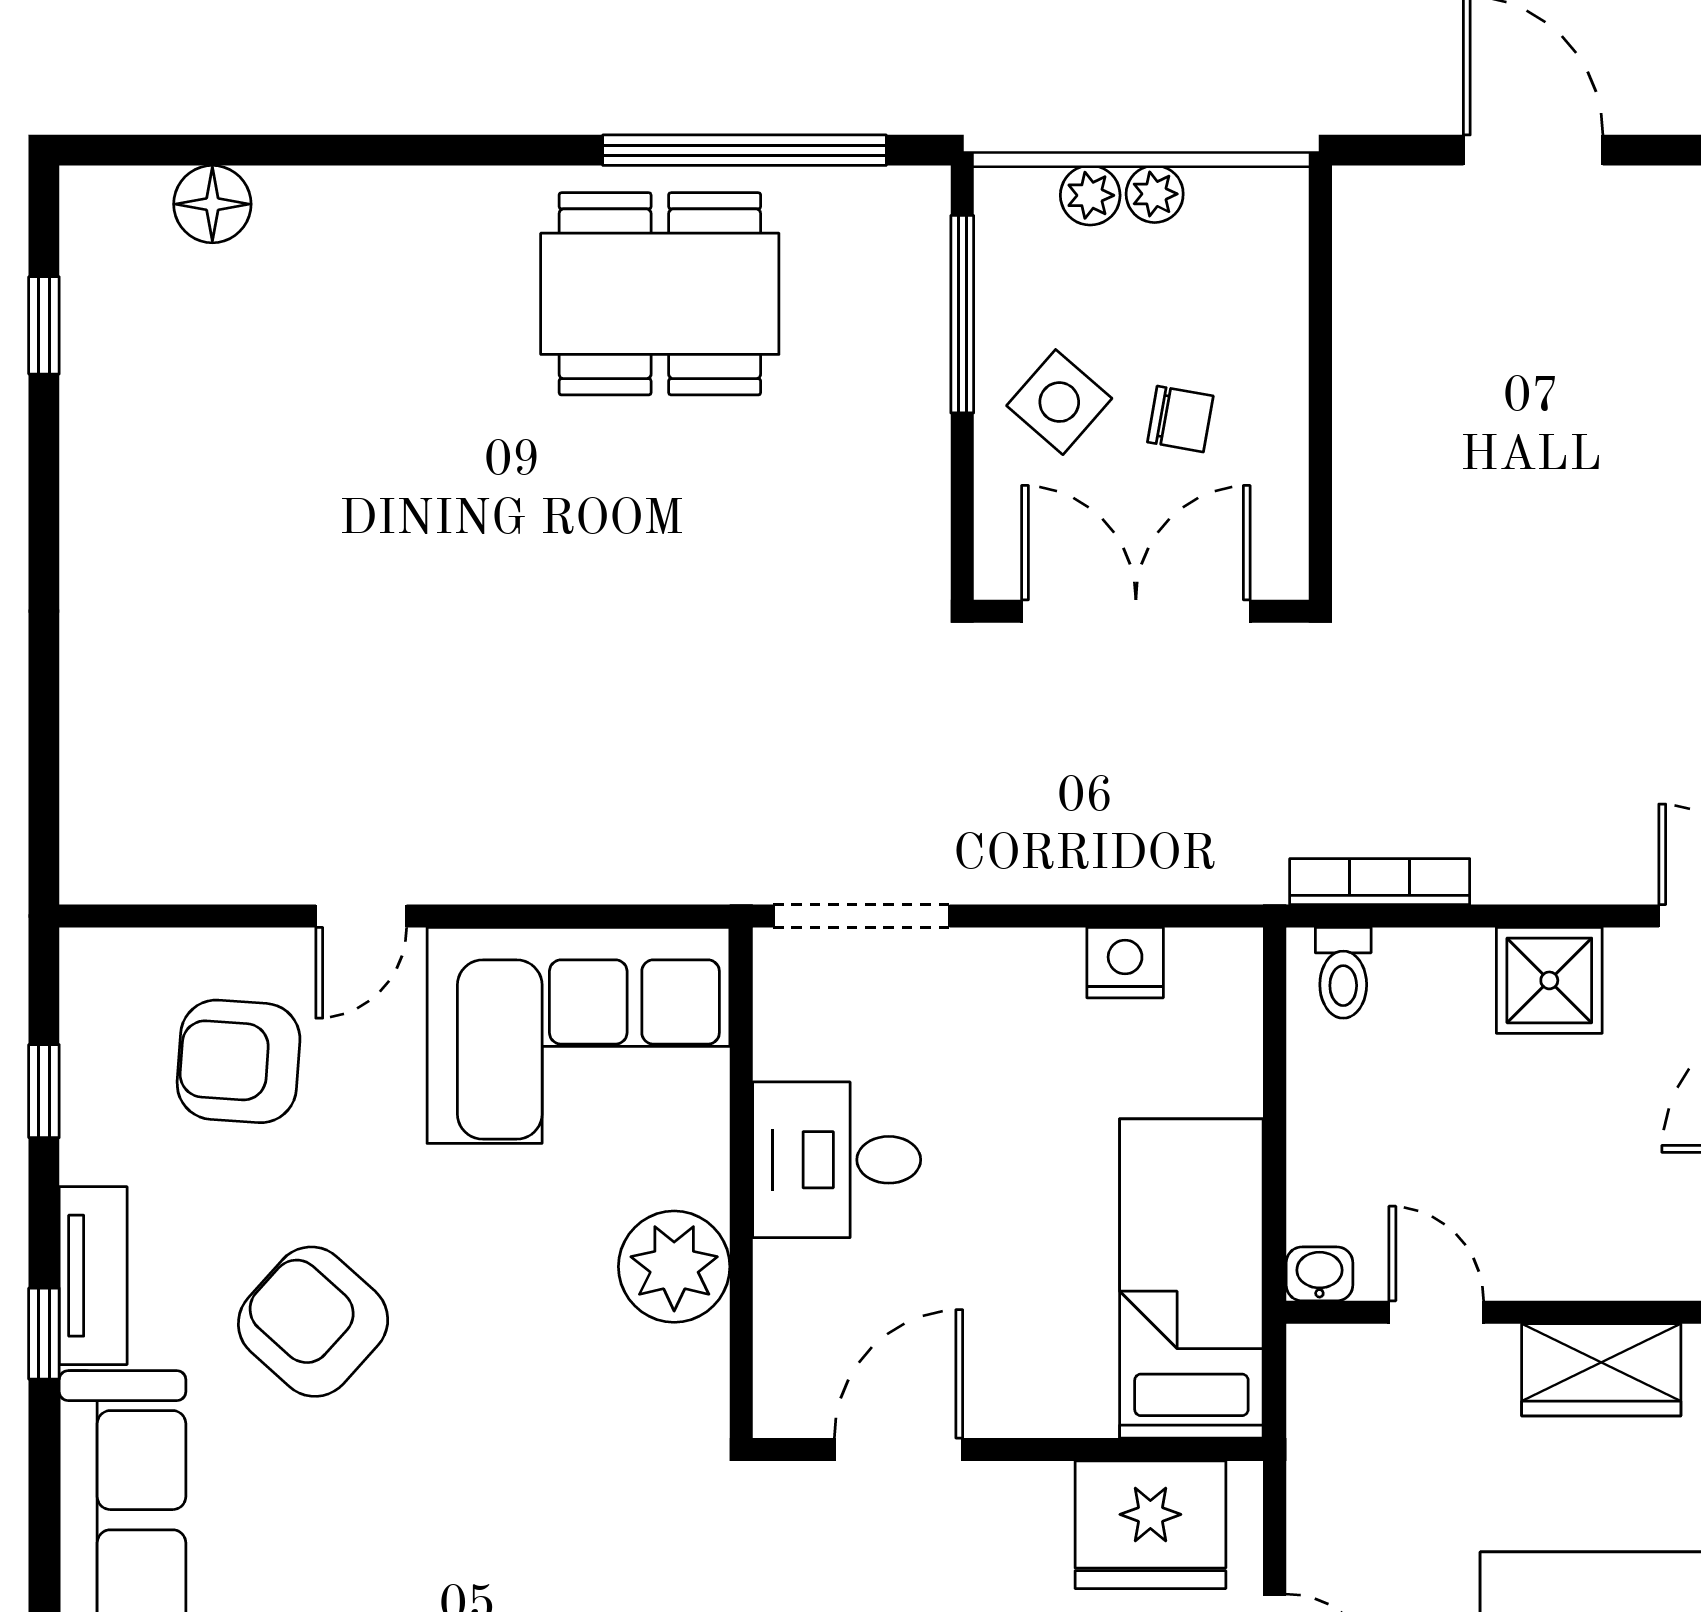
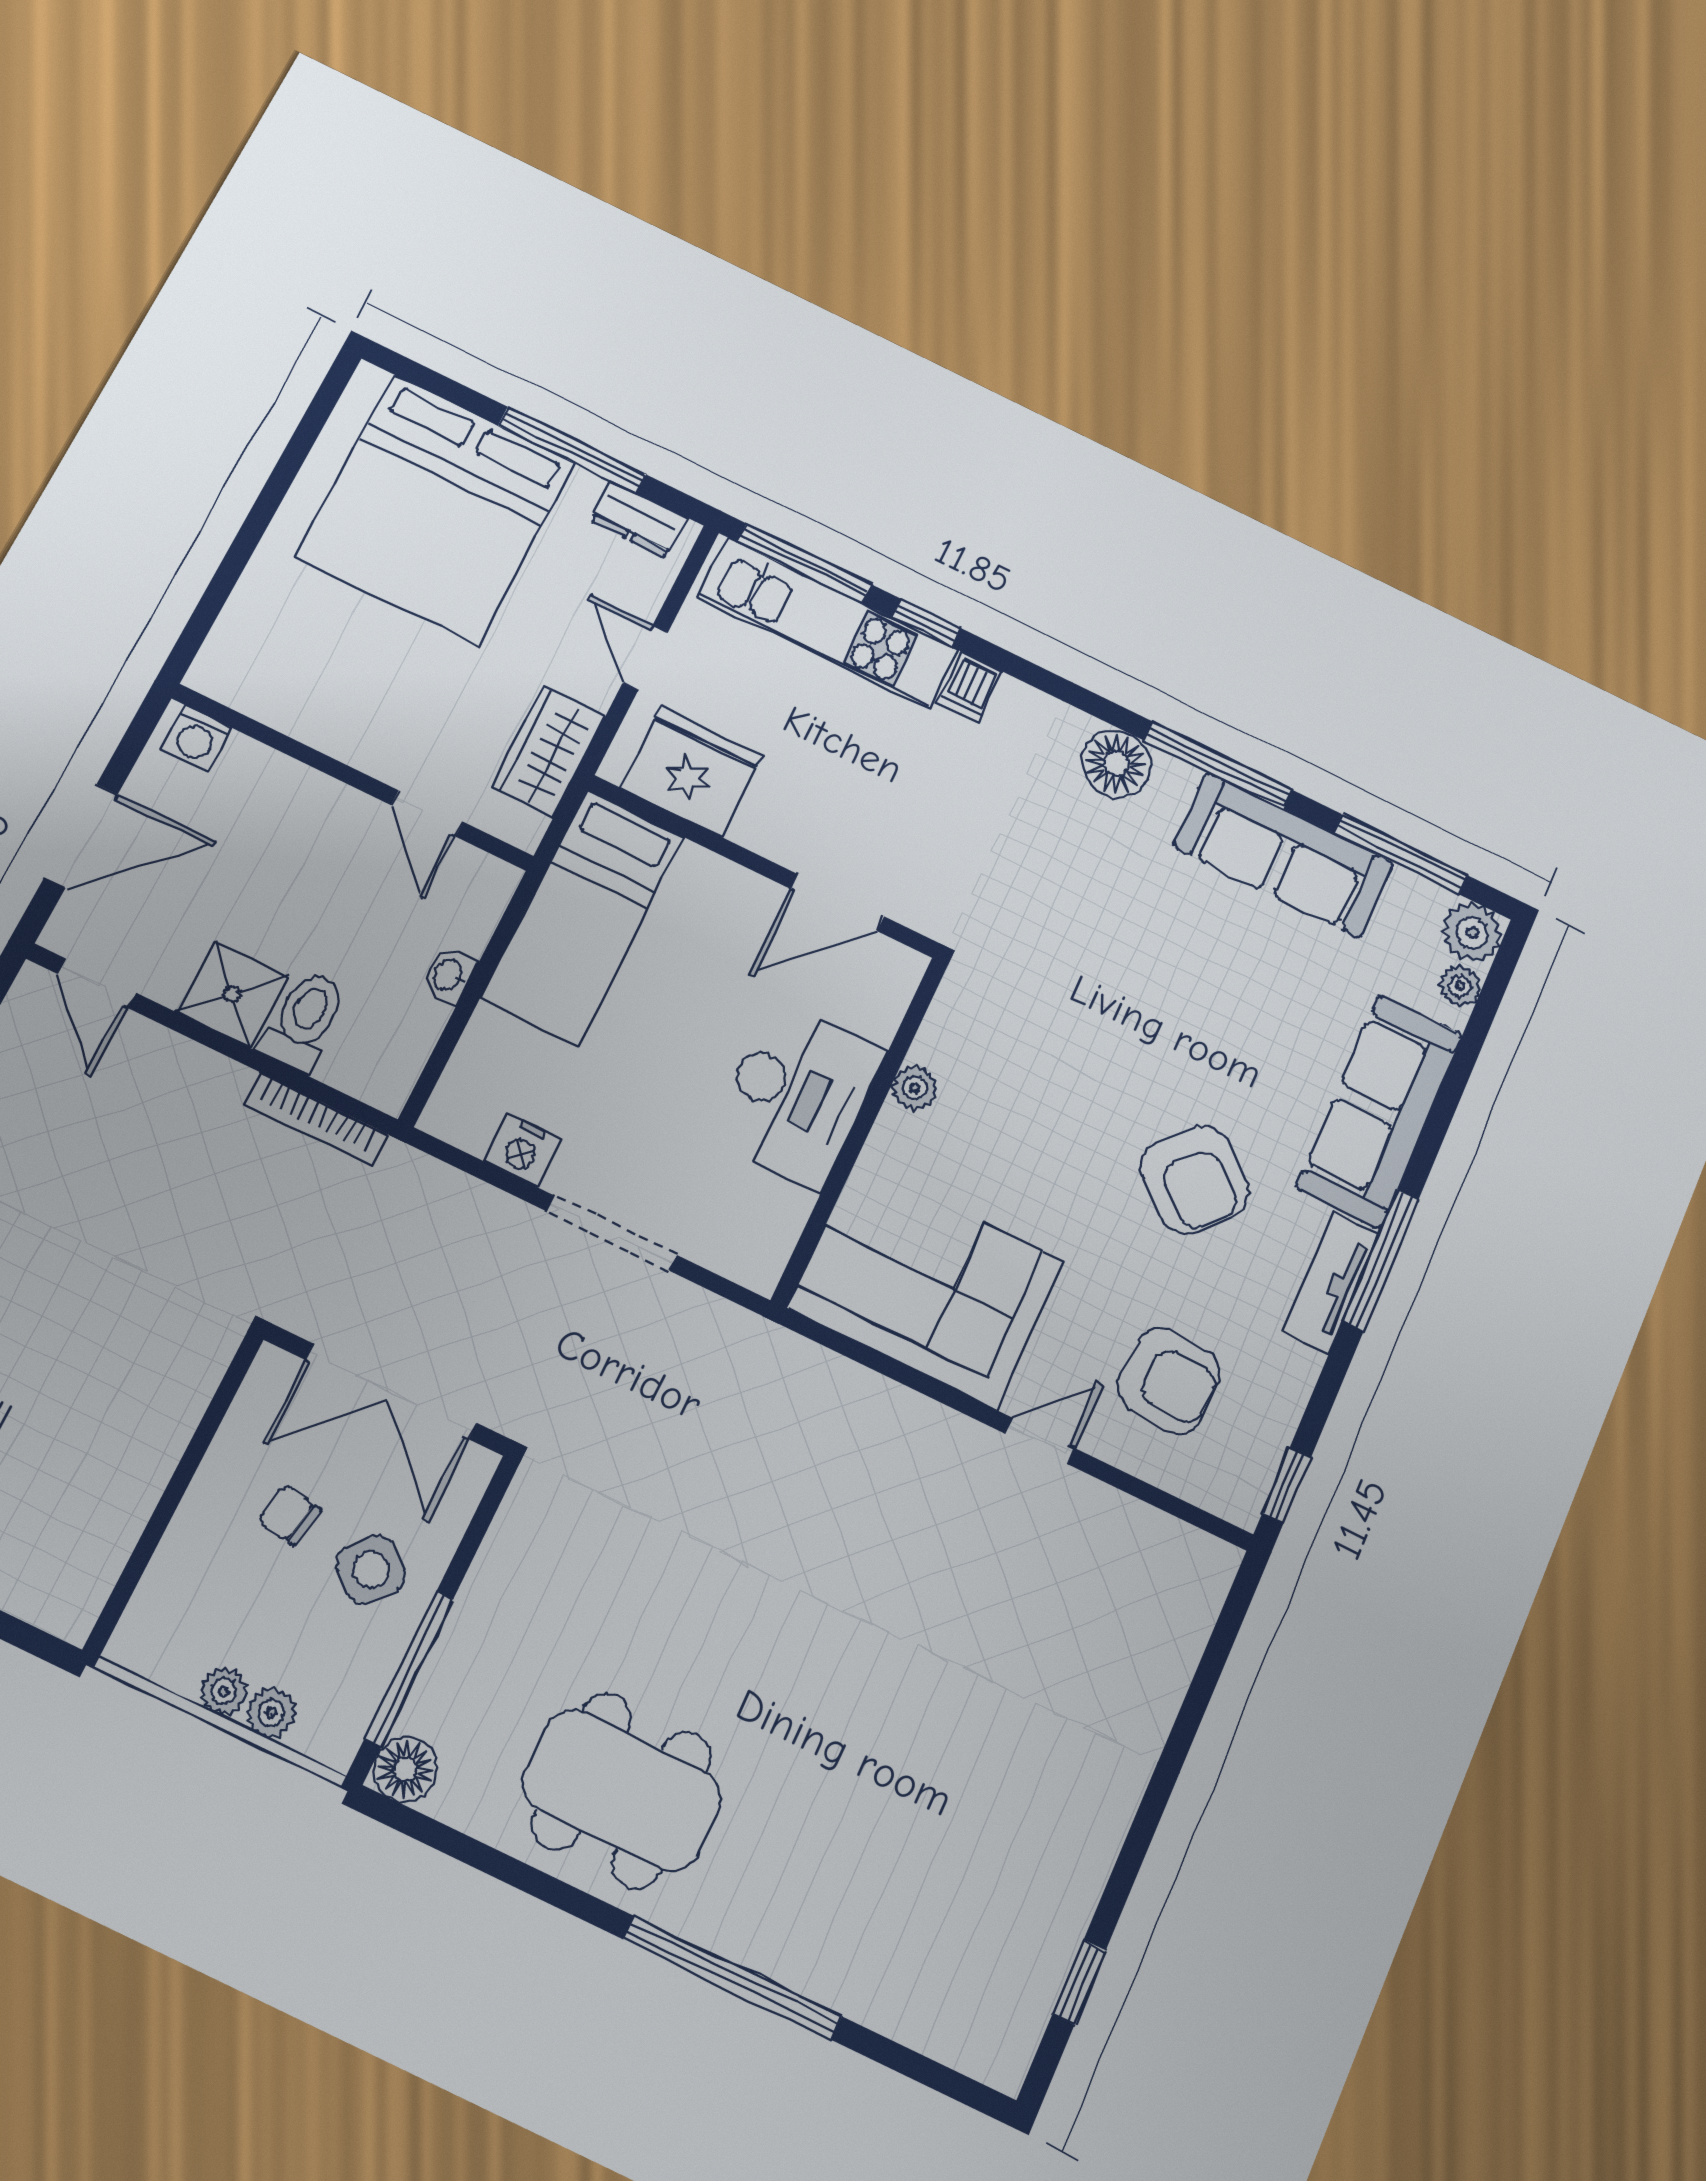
window: (744, 150) -> (733, 1978), moved
floor lamp: (212, 204) -> (405, 1769), moved
doorway: (861, 916) -> (612, 1233), moved
toilet: (1343, 973) -> (304, 1021), moved, width x1.37, depth x1.39
window: (44, 1091) -> (1287, 1486), moved
desk: (837, 1160) -> (797, 1094), width x1.37
plant: (674, 1267) -> (915, 1088), width x0.53, depth x0.53
washbasin: (1319, 1274) -> (449, 975), moved, turned 90
window: (44, 1334) -> (1381, 1260), width x2.17
wardrobe: (1601, 1370) -> (548, 751), moved, turned -90

